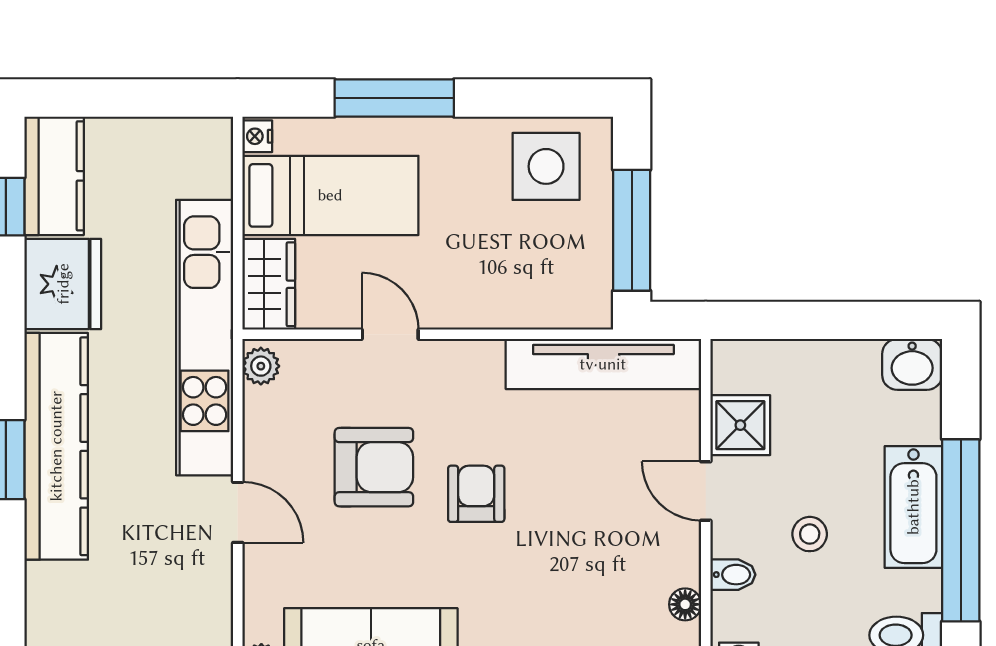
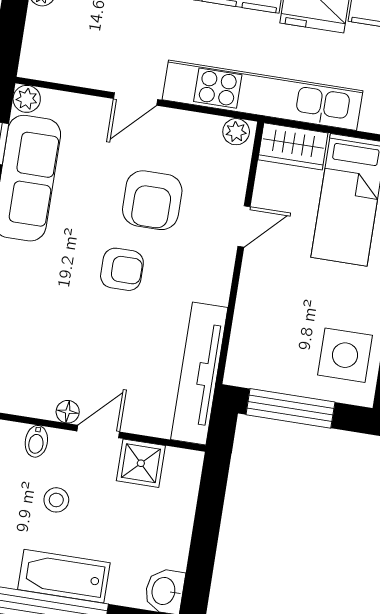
floor lamp: (685, 604) -> (68, 412), moved

